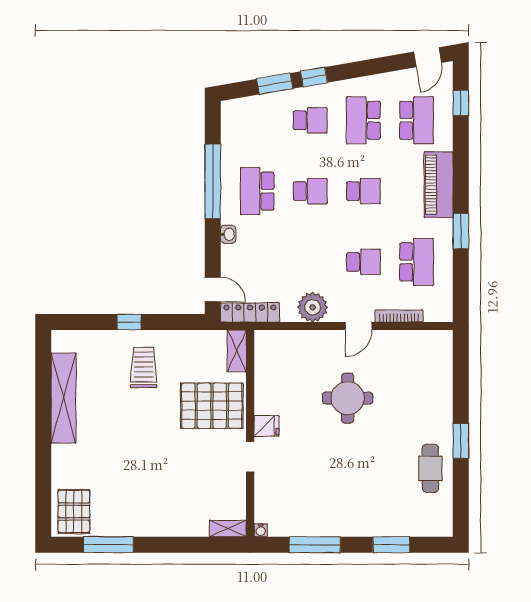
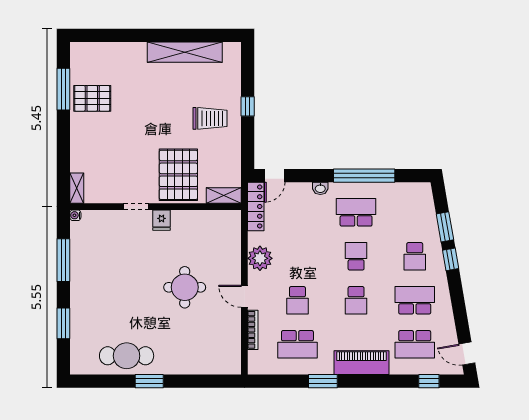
school desk: (310, 191) -> (356, 256), turned 180
cafe table: (430, 468) -> (127, 356), width x1.37, depth x1.35
pallet: (74, 511) -> (92, 98), moved

